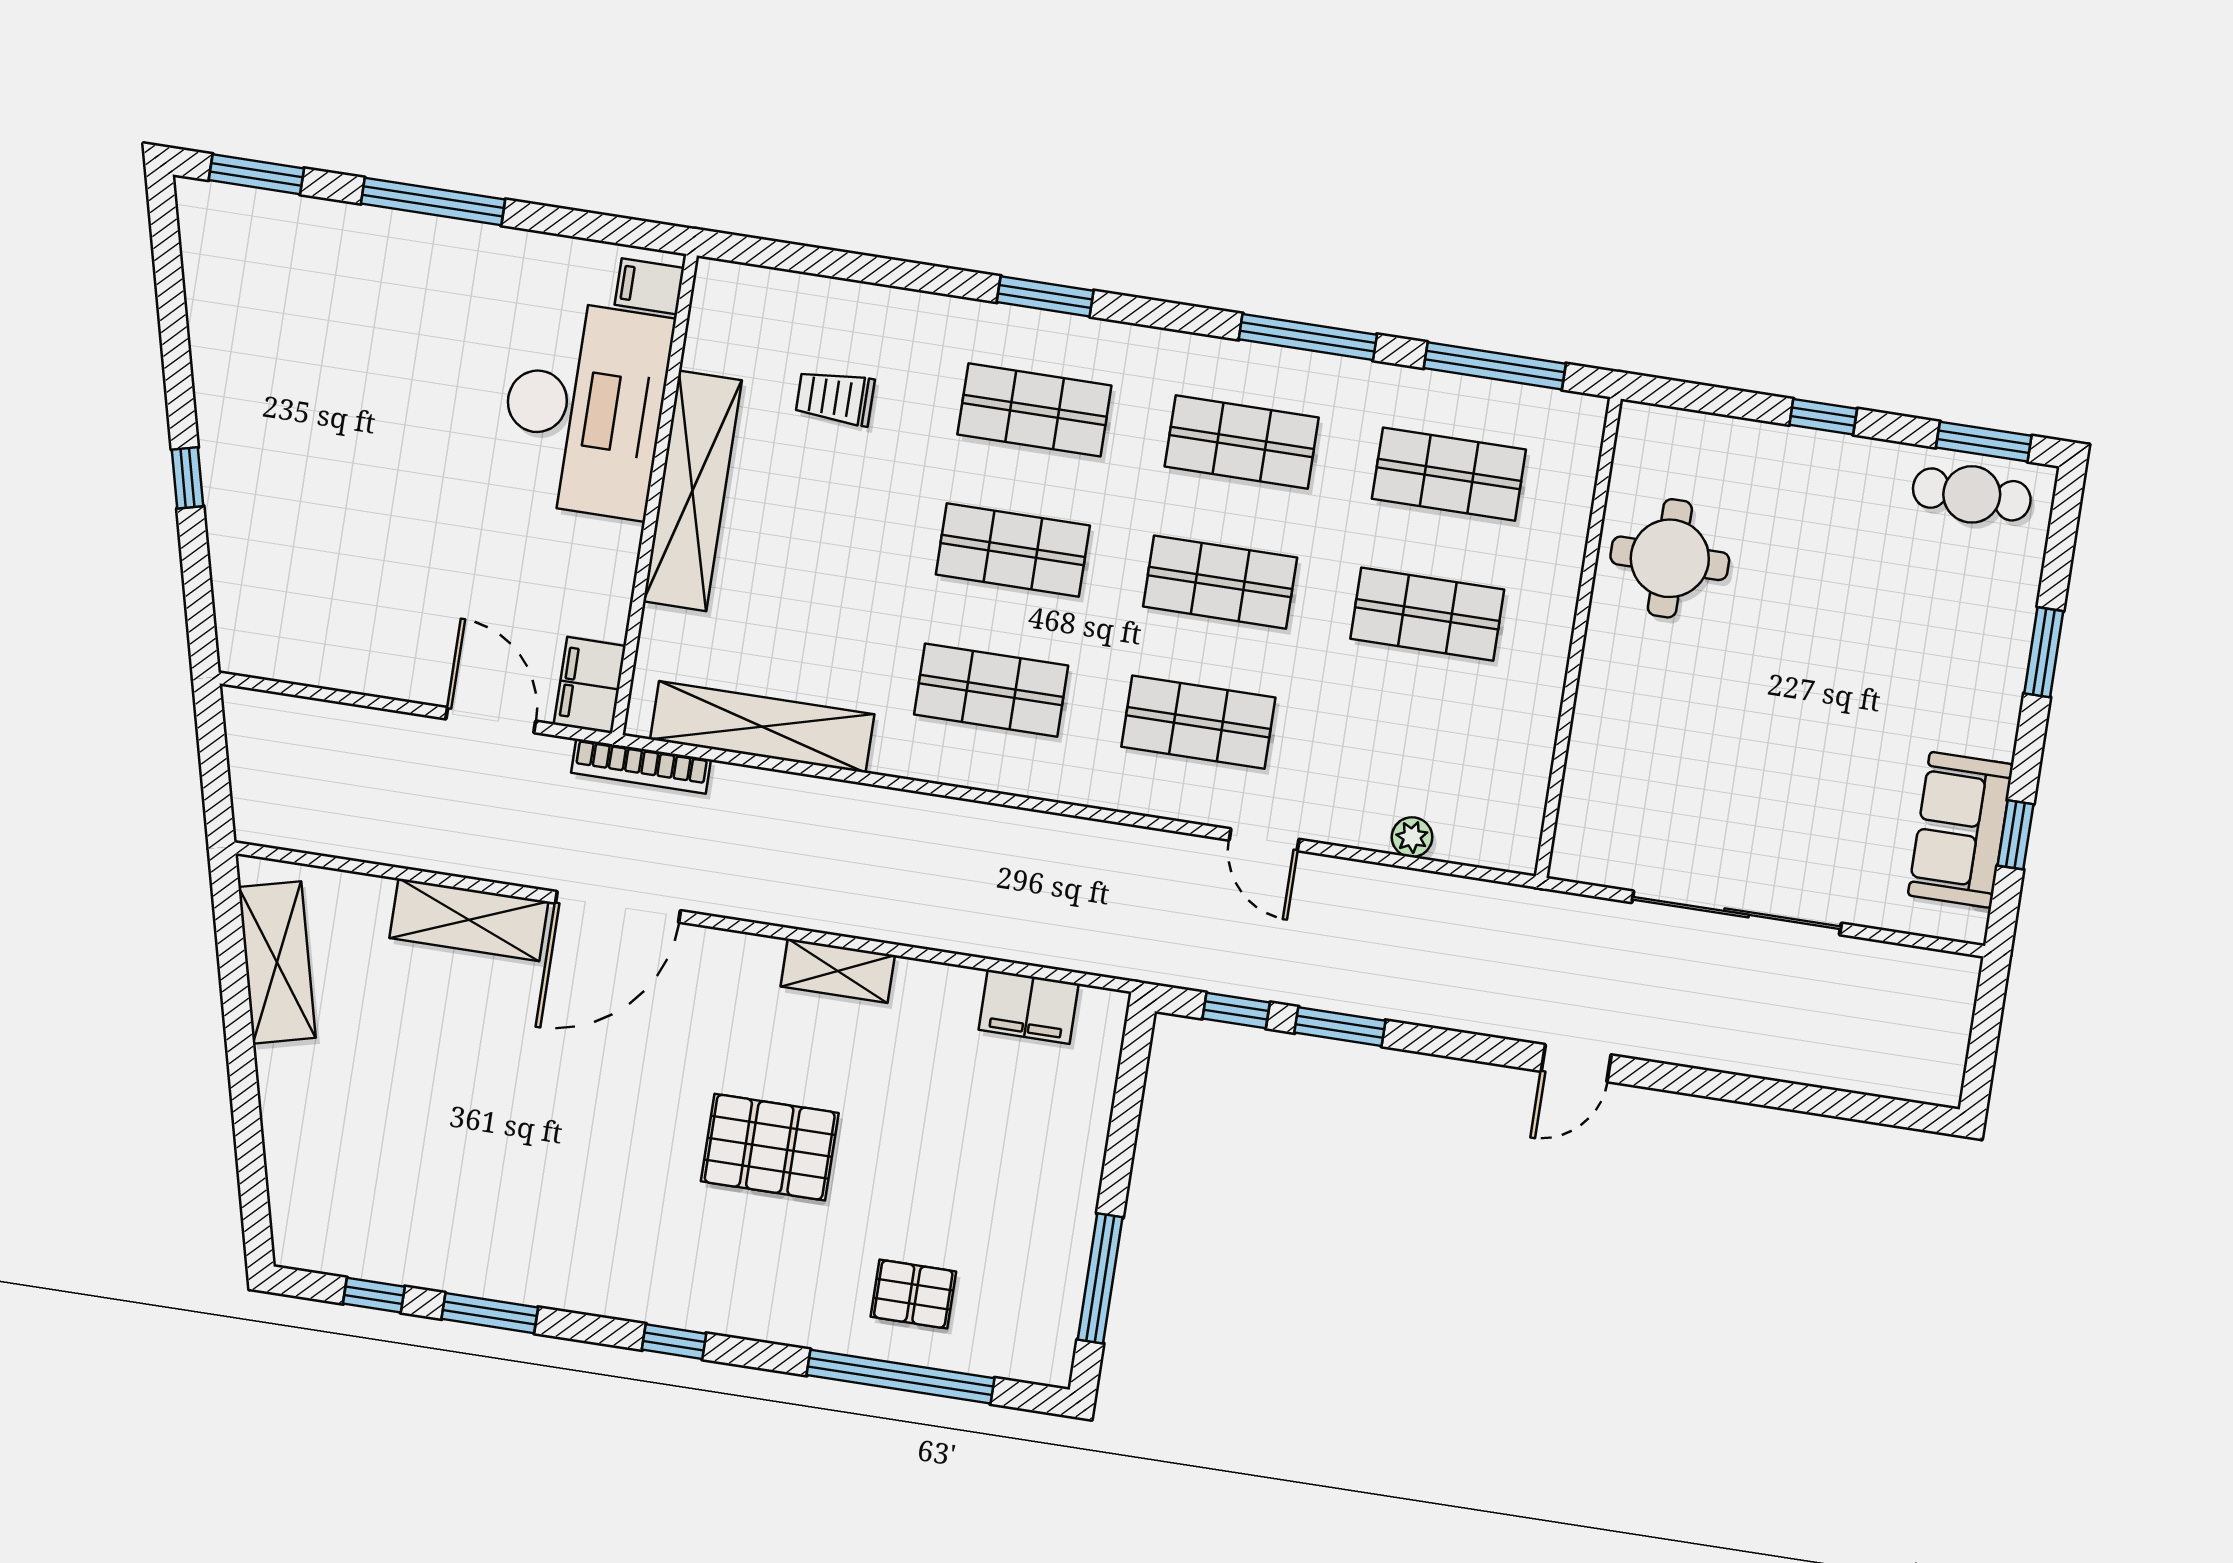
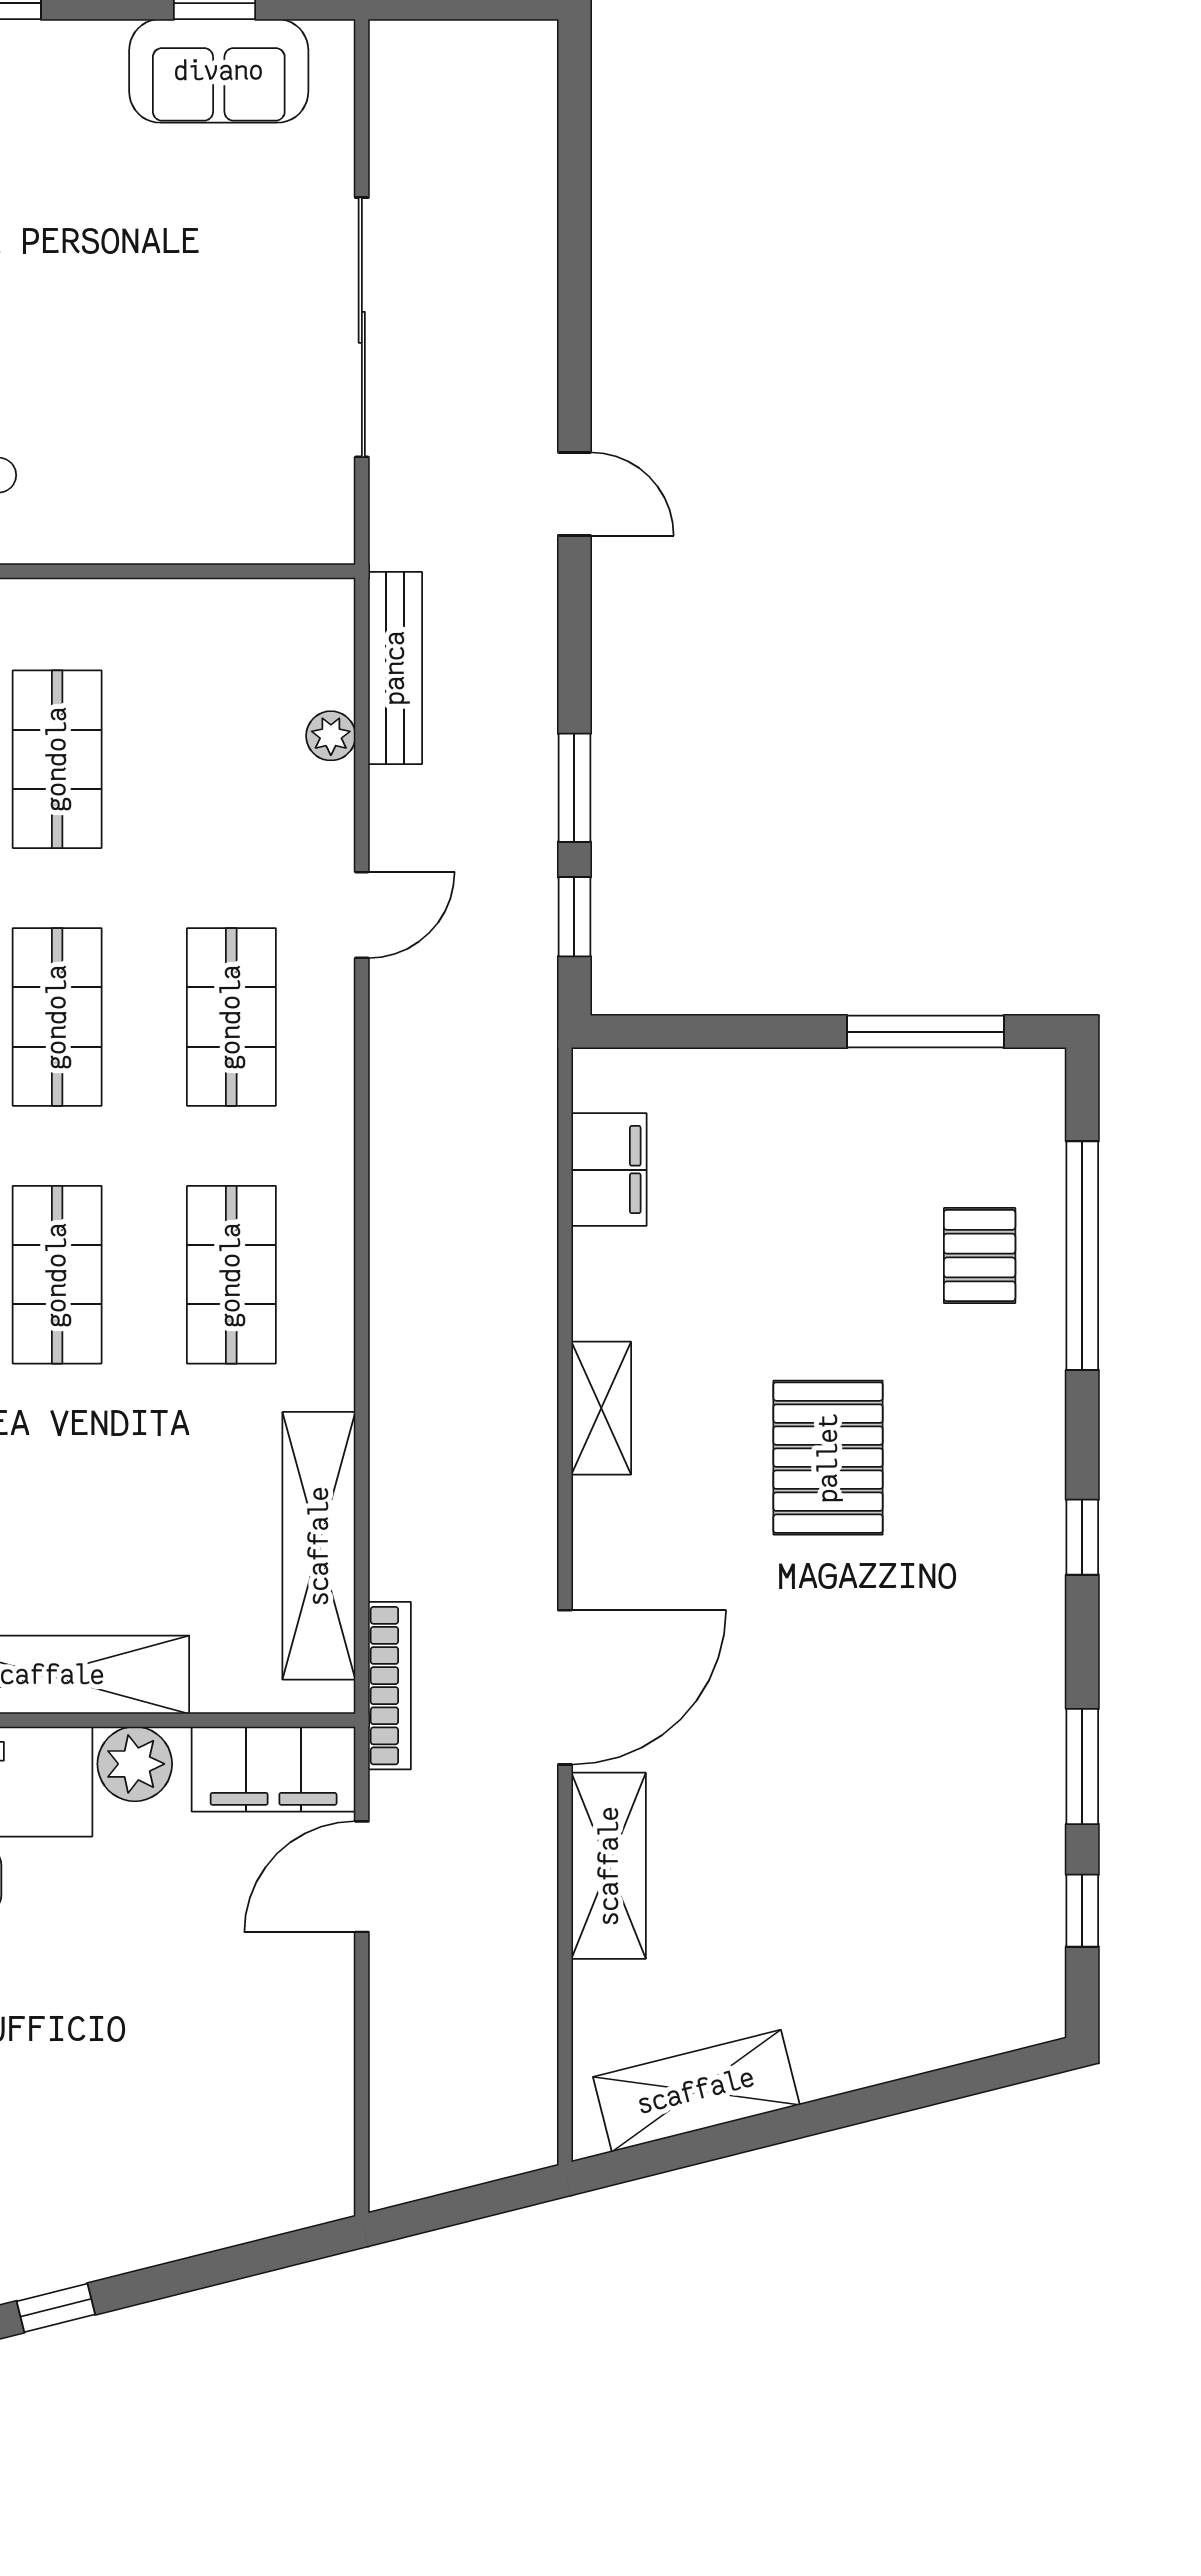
window: (188, 478) -> (56, 2308), moved
plant: (610, 552) -> (135, 1764), added
filing cabinet: (590, 685) -> (274, 1769), width x1.50, depth x1.17
bench: (1459, 897) -> (395, 668), added
door: (618, 907) -> (565, 1687), hinge flipped

